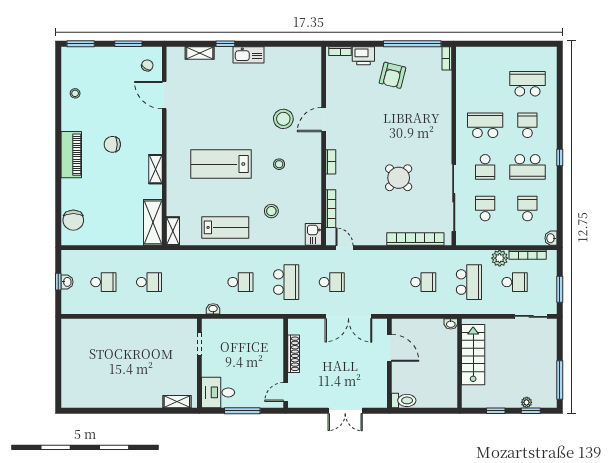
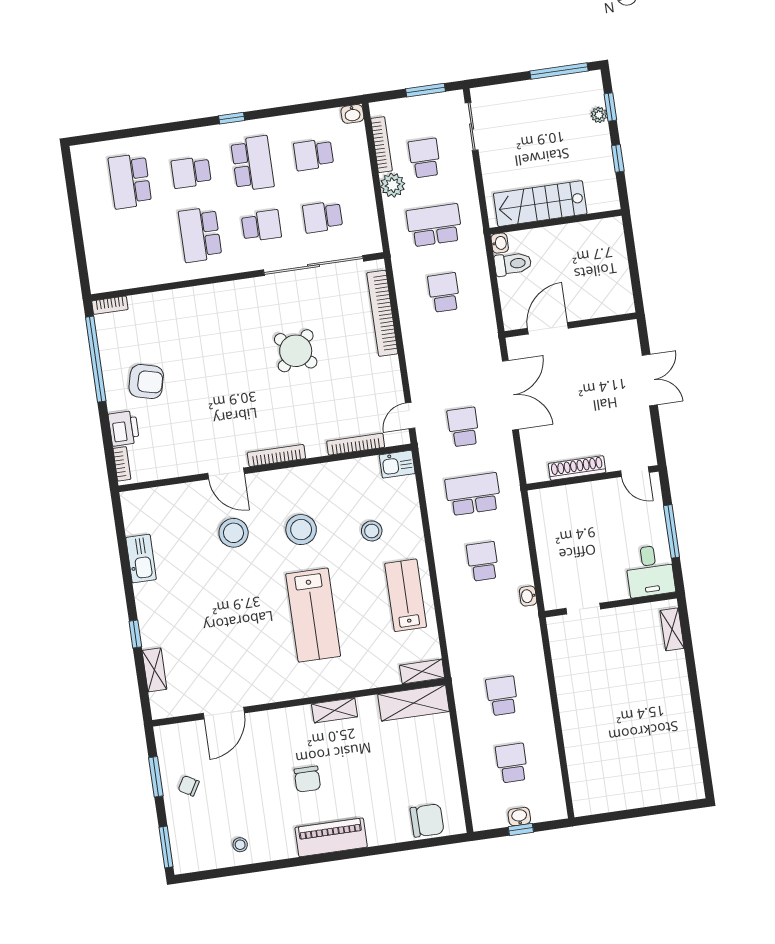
kitchen sink: (248, 55) -> (141, 559), moved
chair: (147, 65) -> (189, 786), moved
bookcase: (331, 162) -> (276, 456), width x1.56
stool: (279, 164) -> (301, 530), width x1.89, depth x1.89
toilet: (404, 400) -> (513, 264), moved, turned 90

